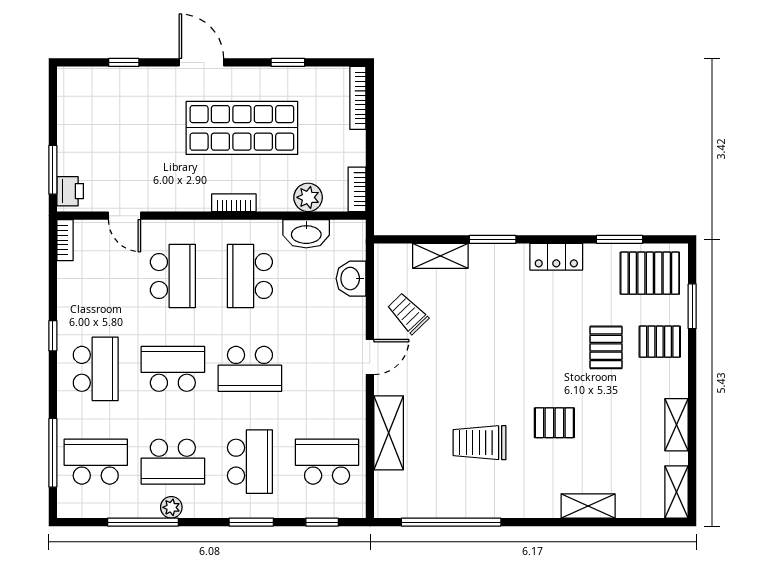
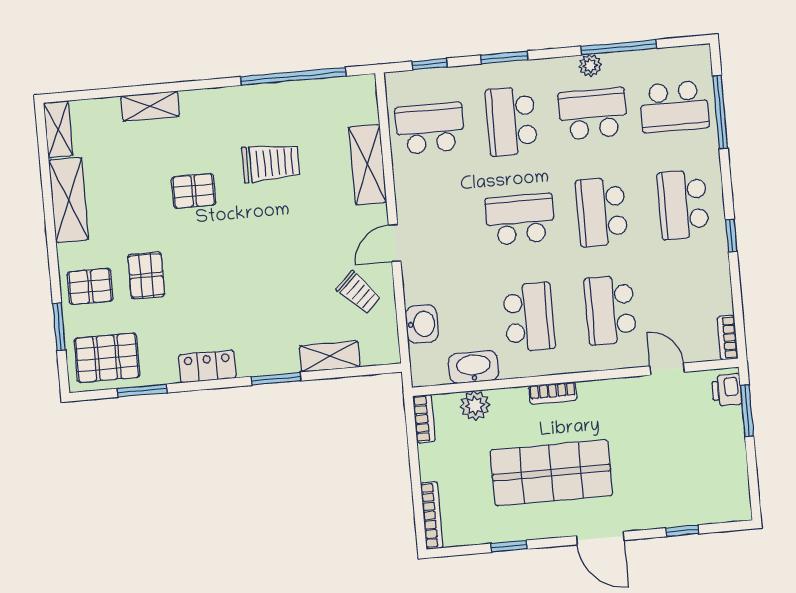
school desk: (173, 369) -> (602, 212), turned 90
shelving: (676, 425) -> (69, 200), width x1.50, depth x1.33
school desk: (327, 462) -> (430, 128), turned 180

